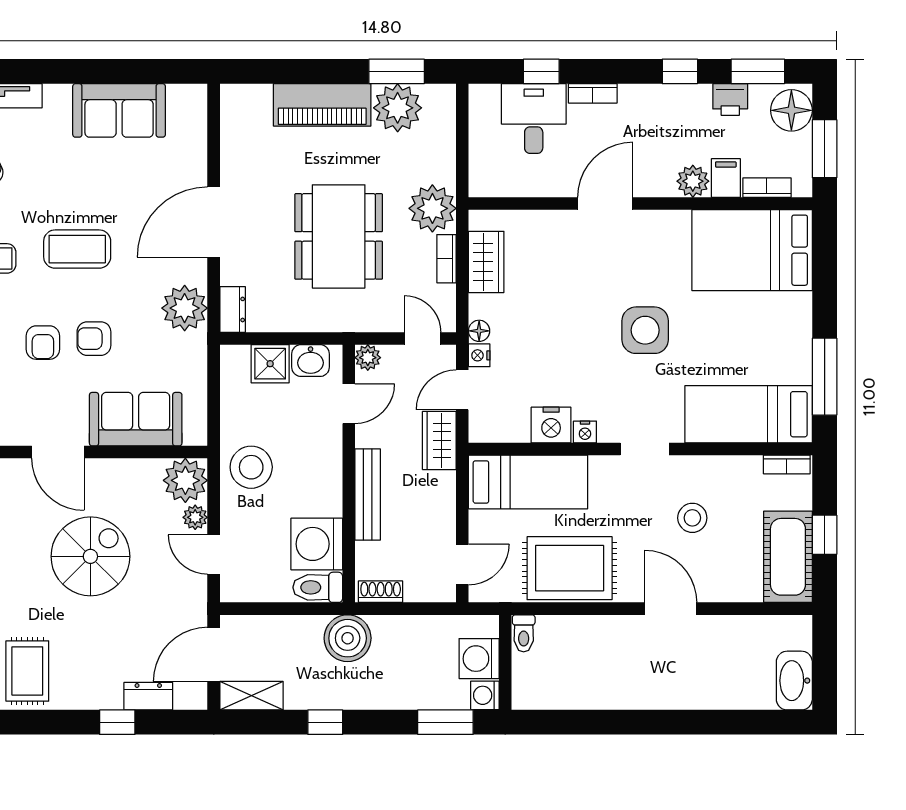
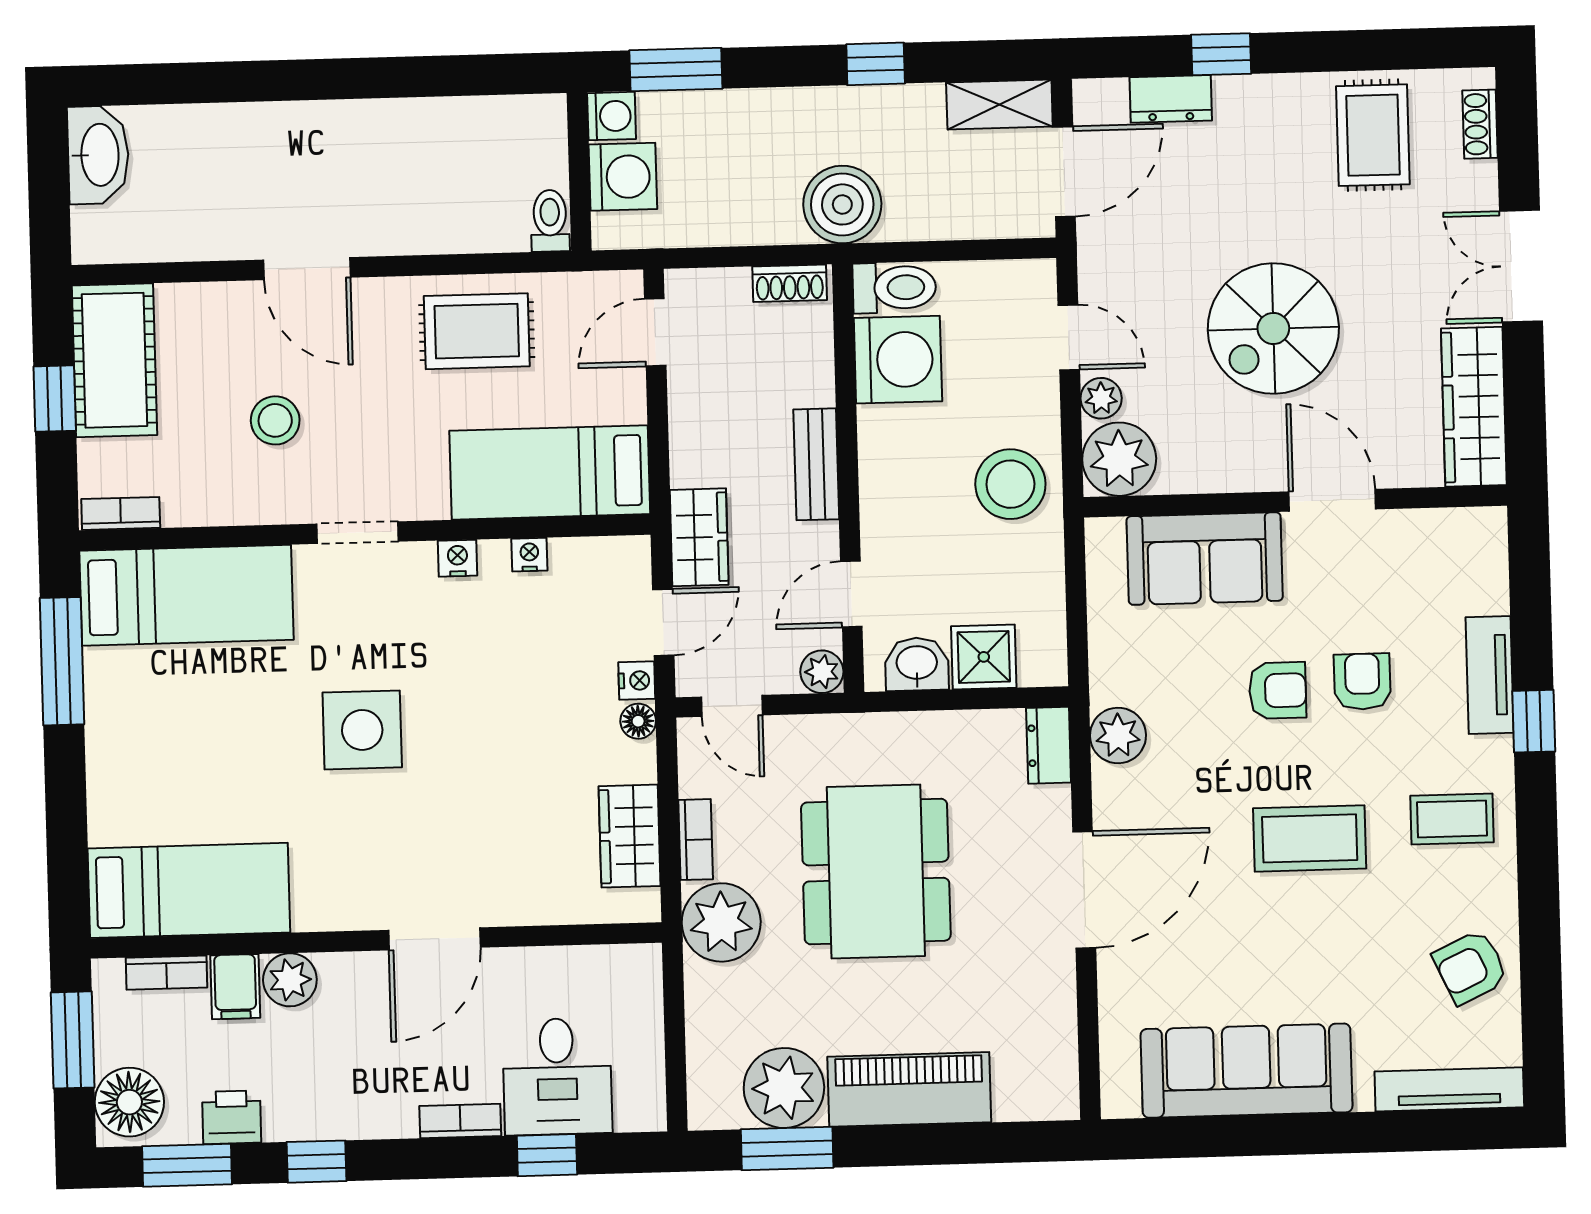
sofa: (119, 110) -> (1247, 1071), width x1.36
bed: (752, 250) -> (189, 890), width x0.67
plant: (185, 308) -> (1118, 735), width x0.73, depth x0.73
nightstand: (551, 425) -> (529, 555), width x0.53, depth x0.56
bench: (368, 495) -> (816, 464), width x0.73
rug: (570, 568) -> (477, 331), width x0.73, depth x0.70

